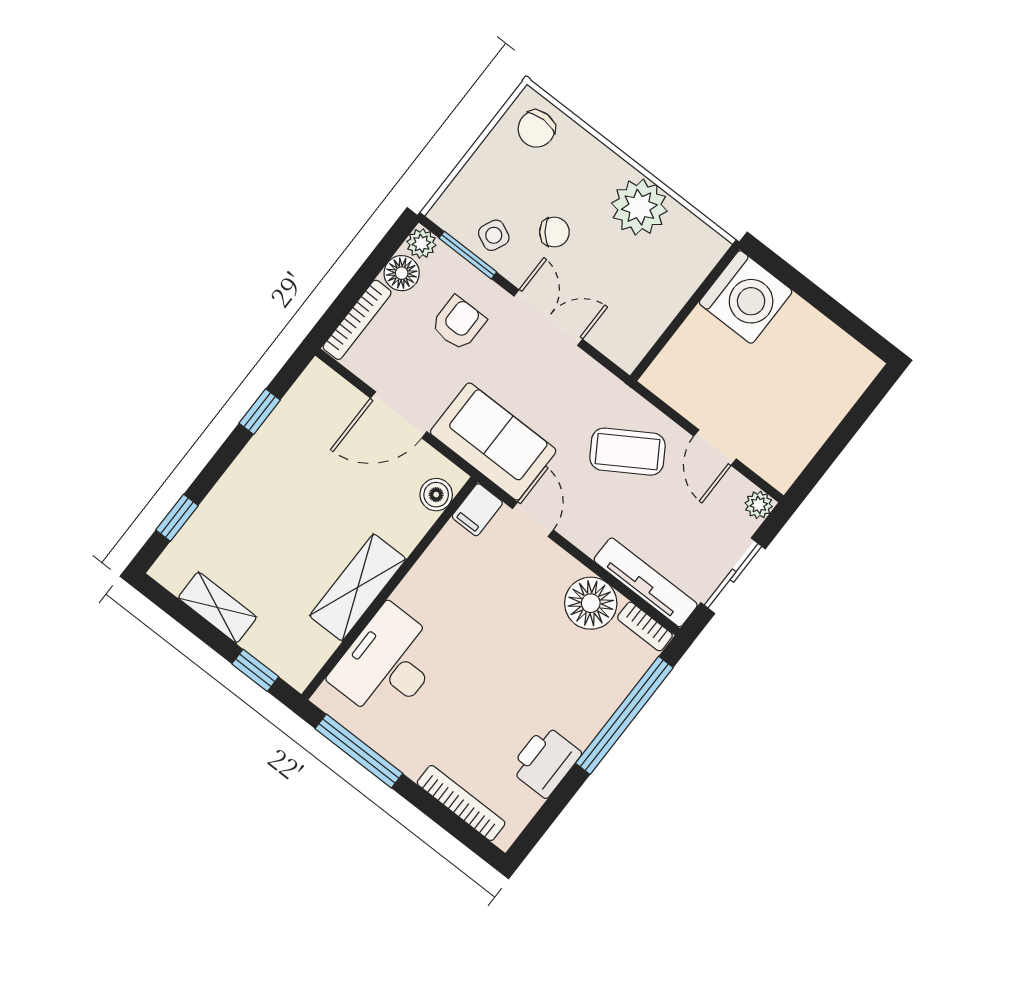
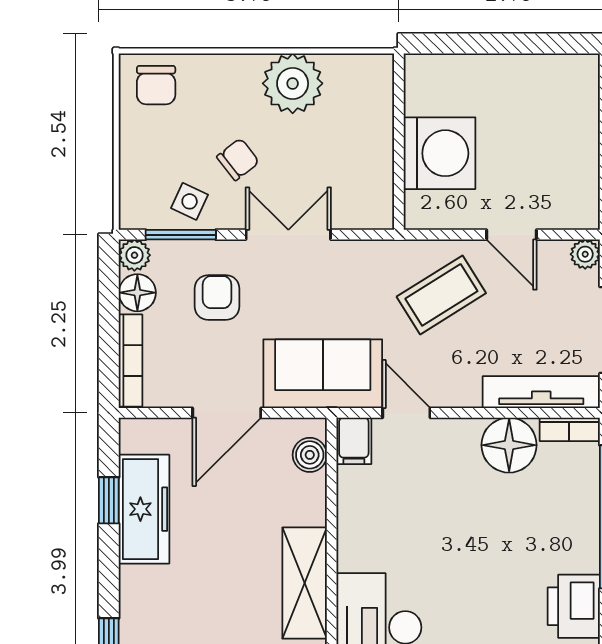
washing machine: (746, 297) -> (440, 153), moved
freezer: (281, 439) -> (144, 509), added

